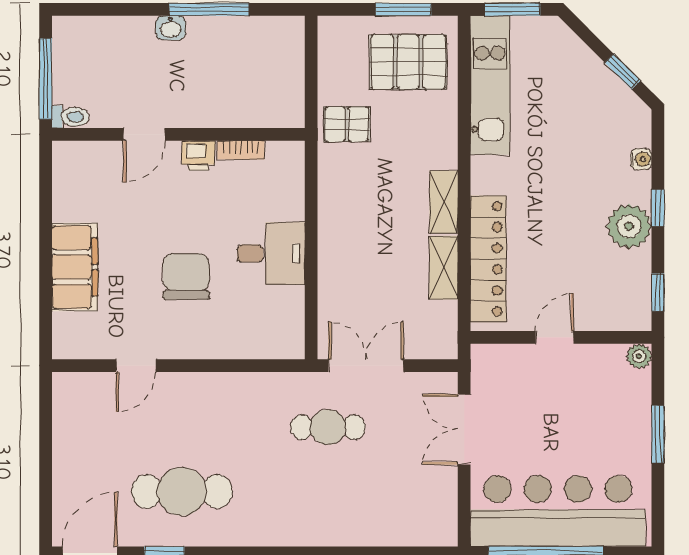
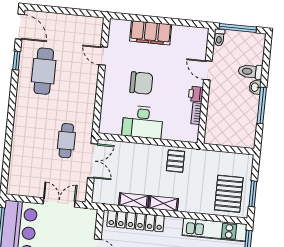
toilet: (138, 41) -> (250, 72), added
pallet: (347, 124) -> (176, 161), moved
desk: (271, 253) -> (143, 122), width x1.37

